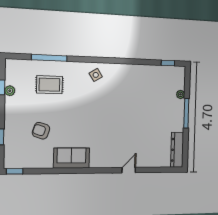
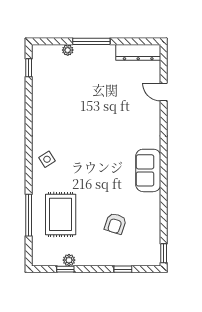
rug: (50, 85) -> (61, 214), width x1.36, depth x1.43
sofa: (71, 158) -> (148, 170), moved
door: (129, 170) -> (164, 92), moved

